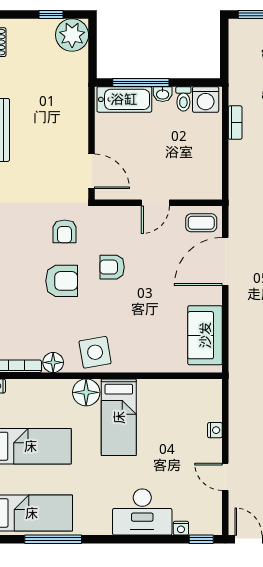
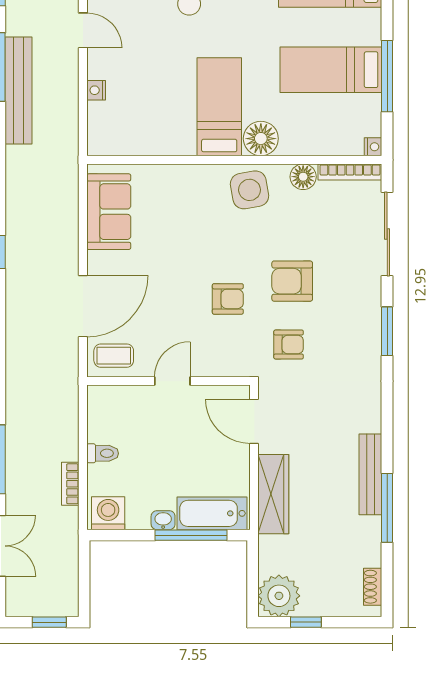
toilet: (183, 99) -> (103, 453), moved, turned 90
wardrobe: (76, 114) -> (273, 494), added
armchair: (65, 231) -> (289, 345), turned 90

